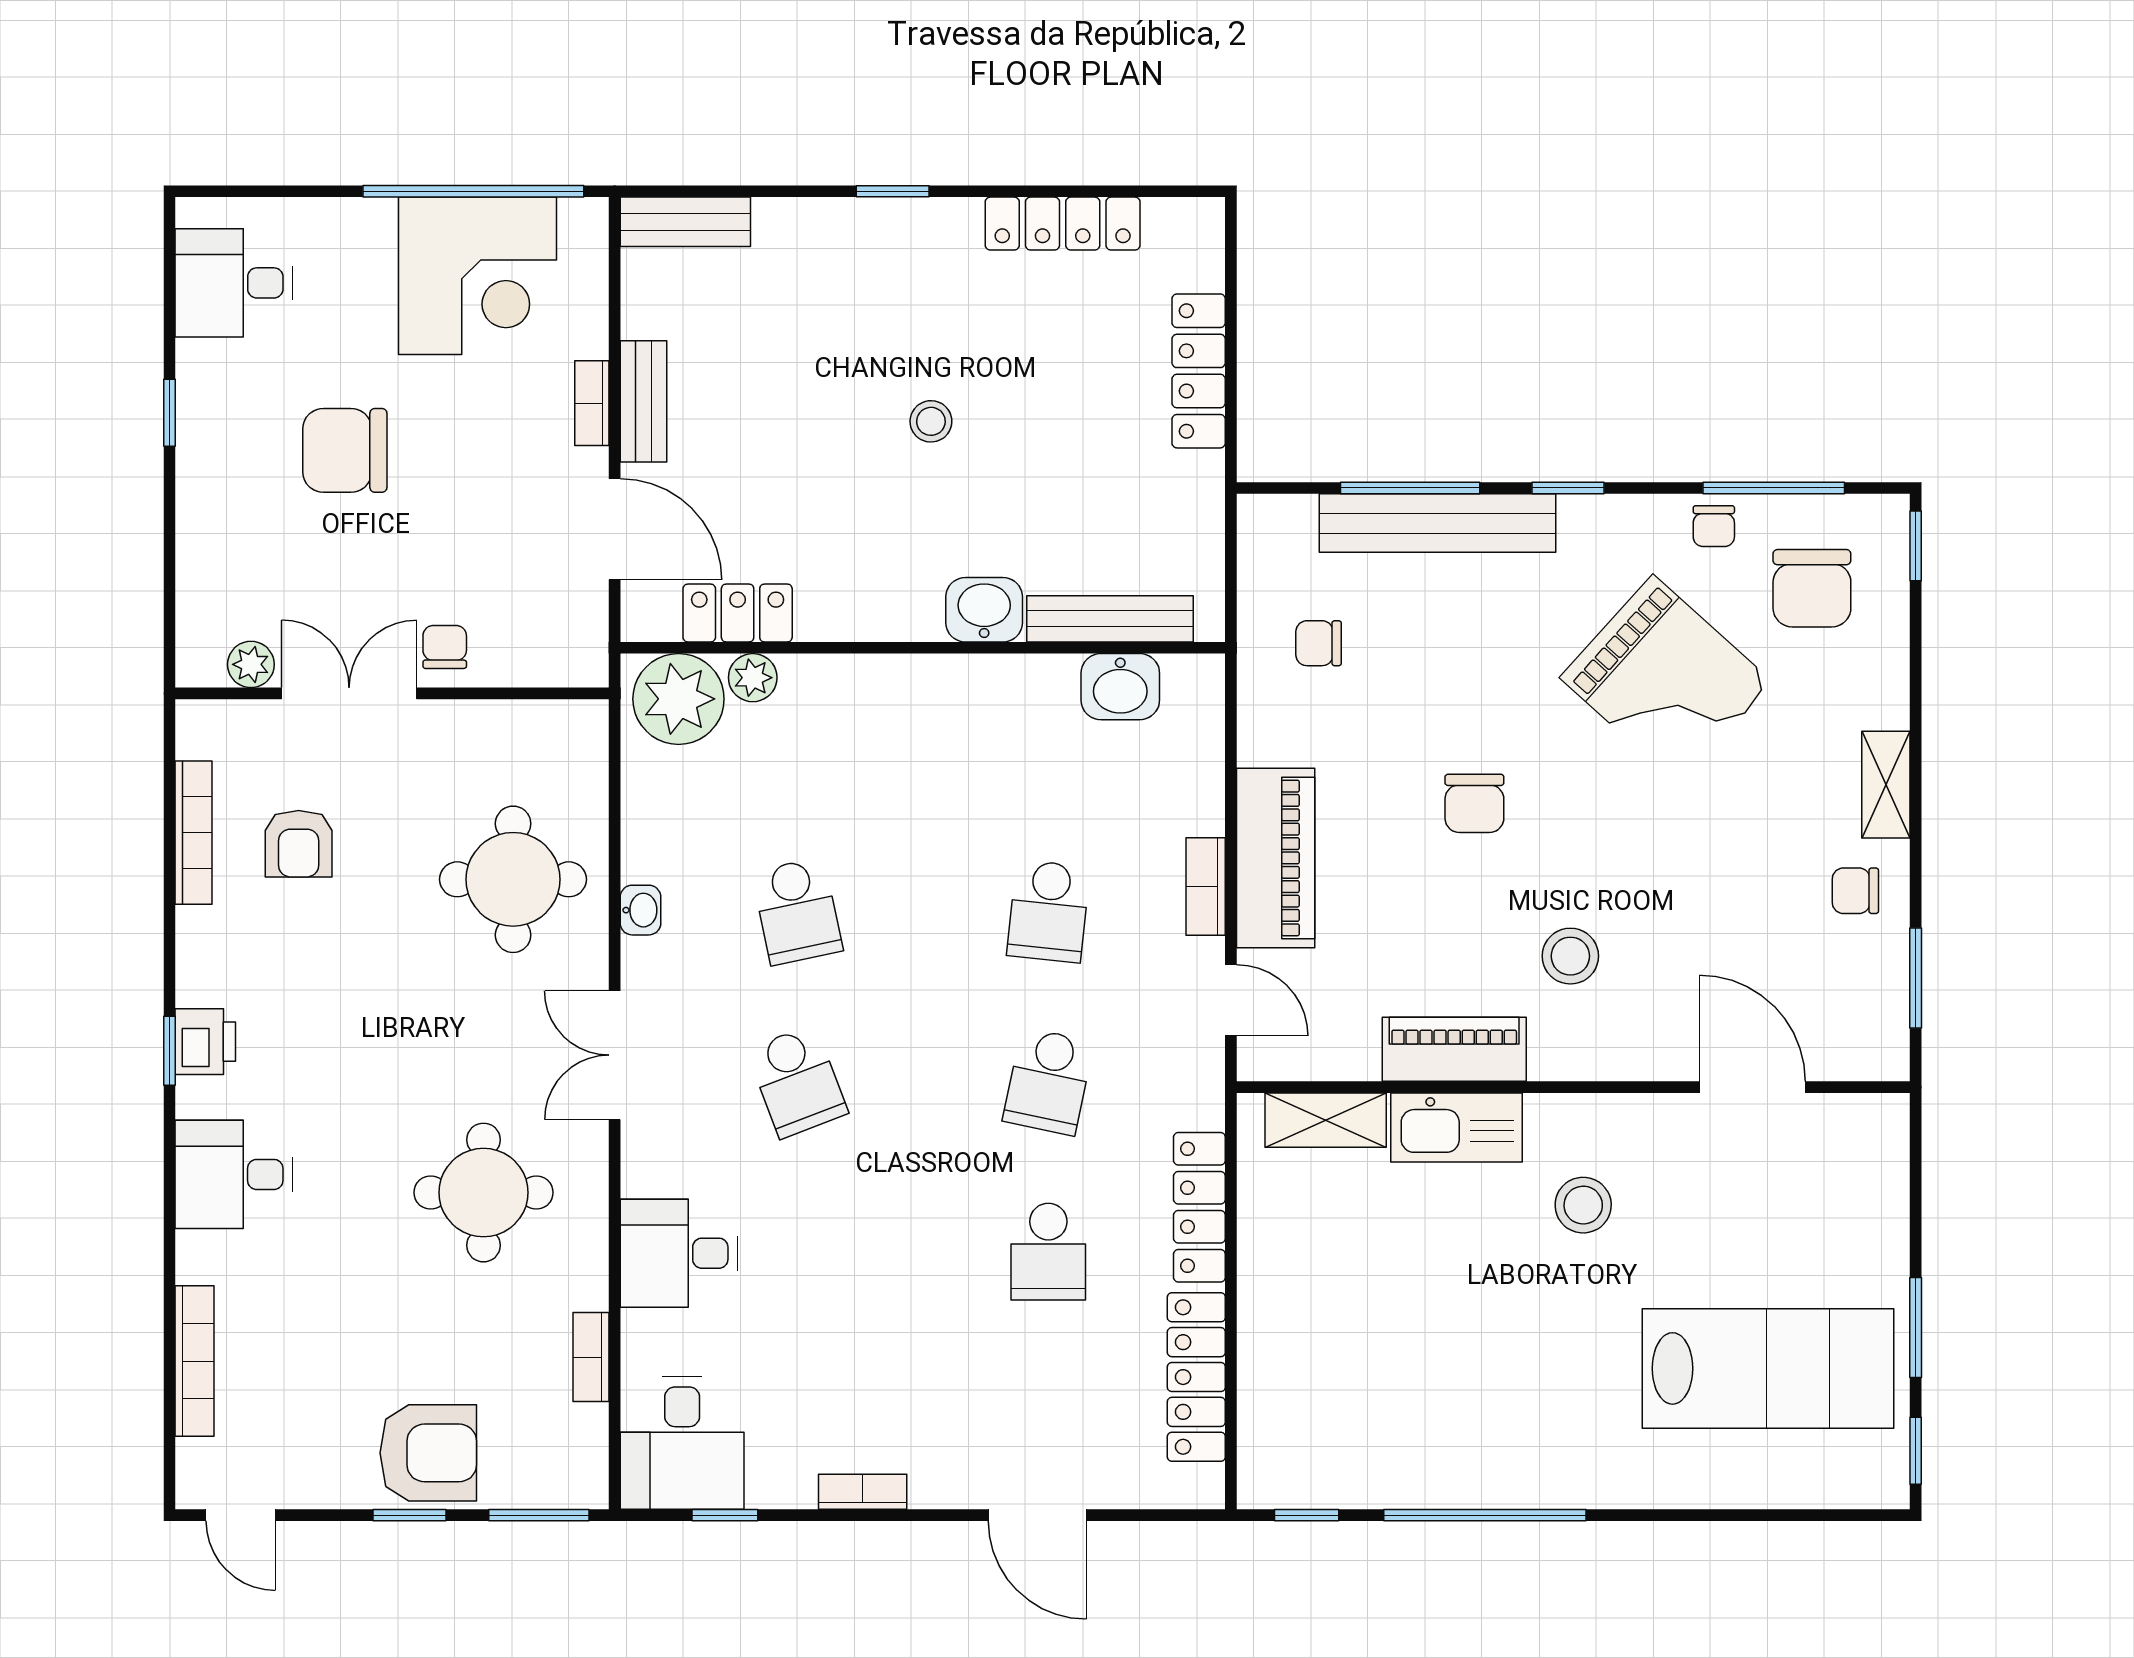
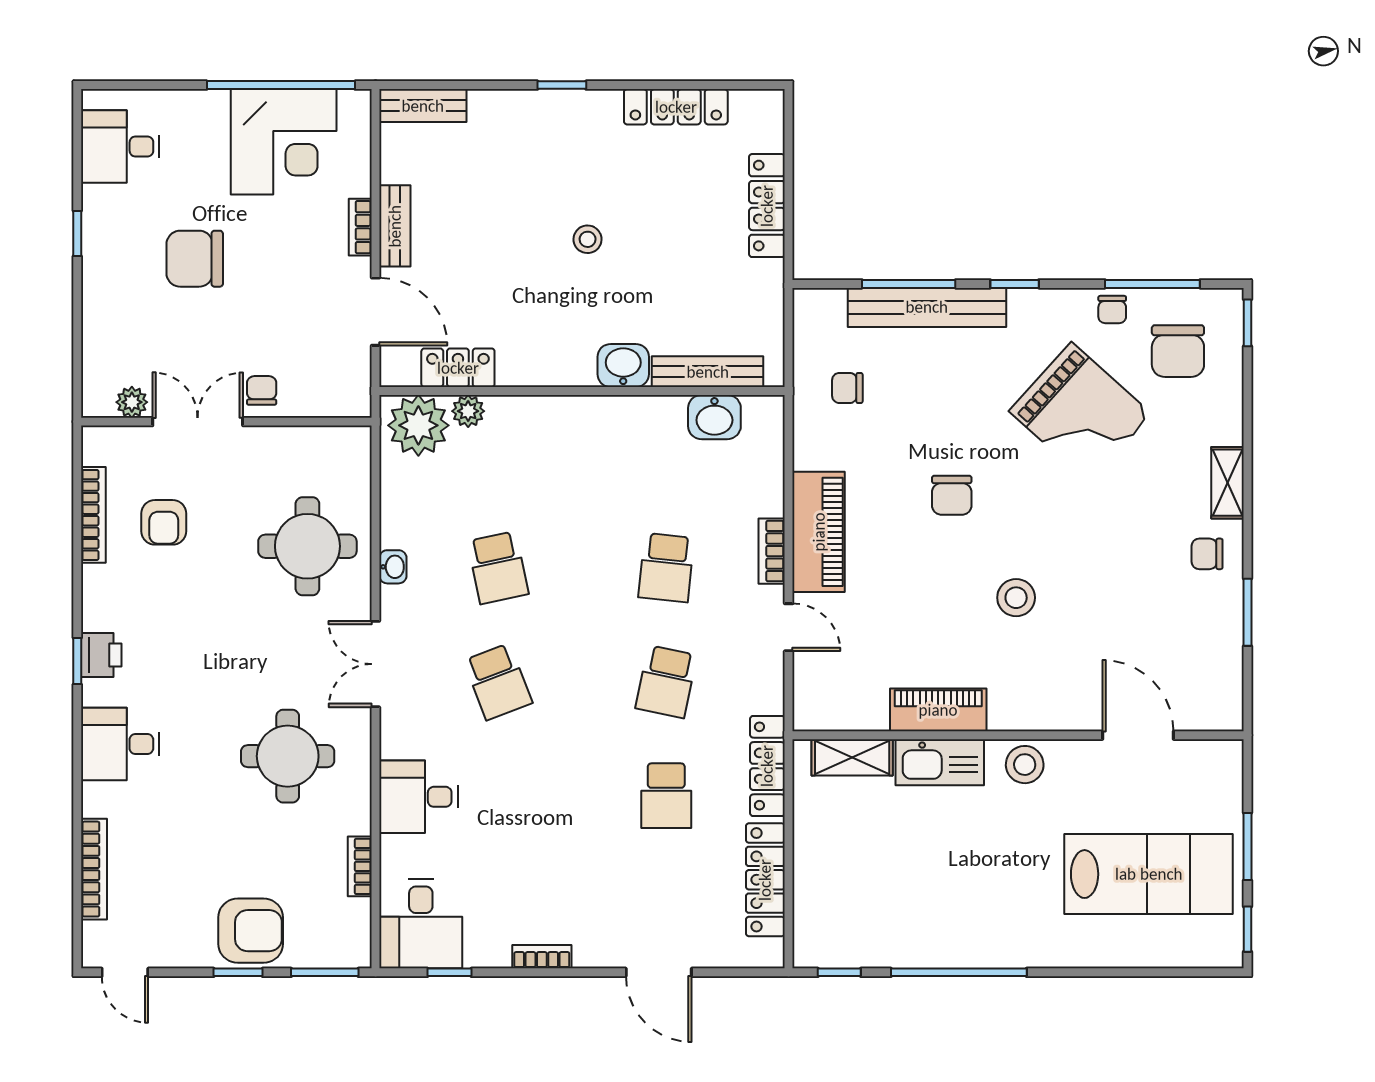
piano: (1454, 1049) -> (938, 710), moved
wall: (1573, 1087) -> (1018, 735), moved
door: (1752, 1087) -> (1138, 735), moved
shelving: (1326, 1120) -> (852, 757), moved
kitchen sink: (1456, 1127) -> (940, 762), moved

